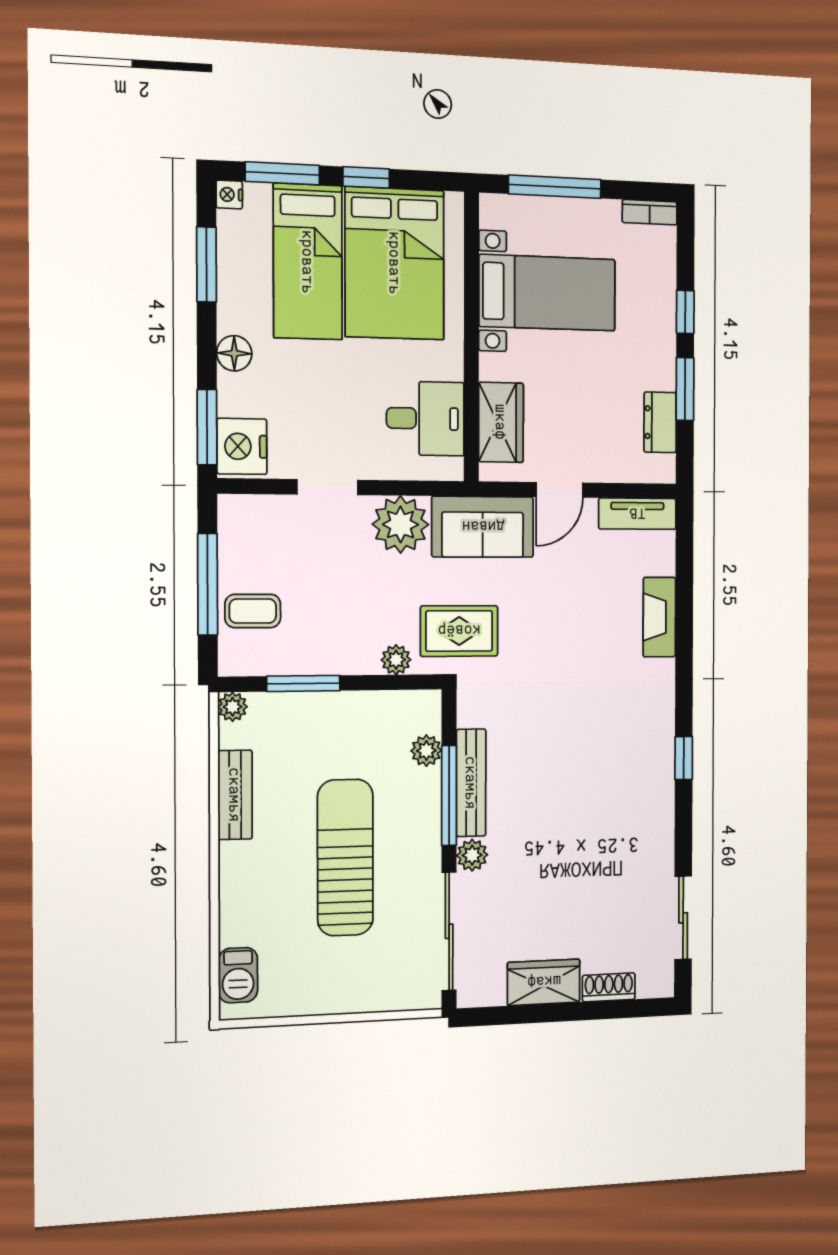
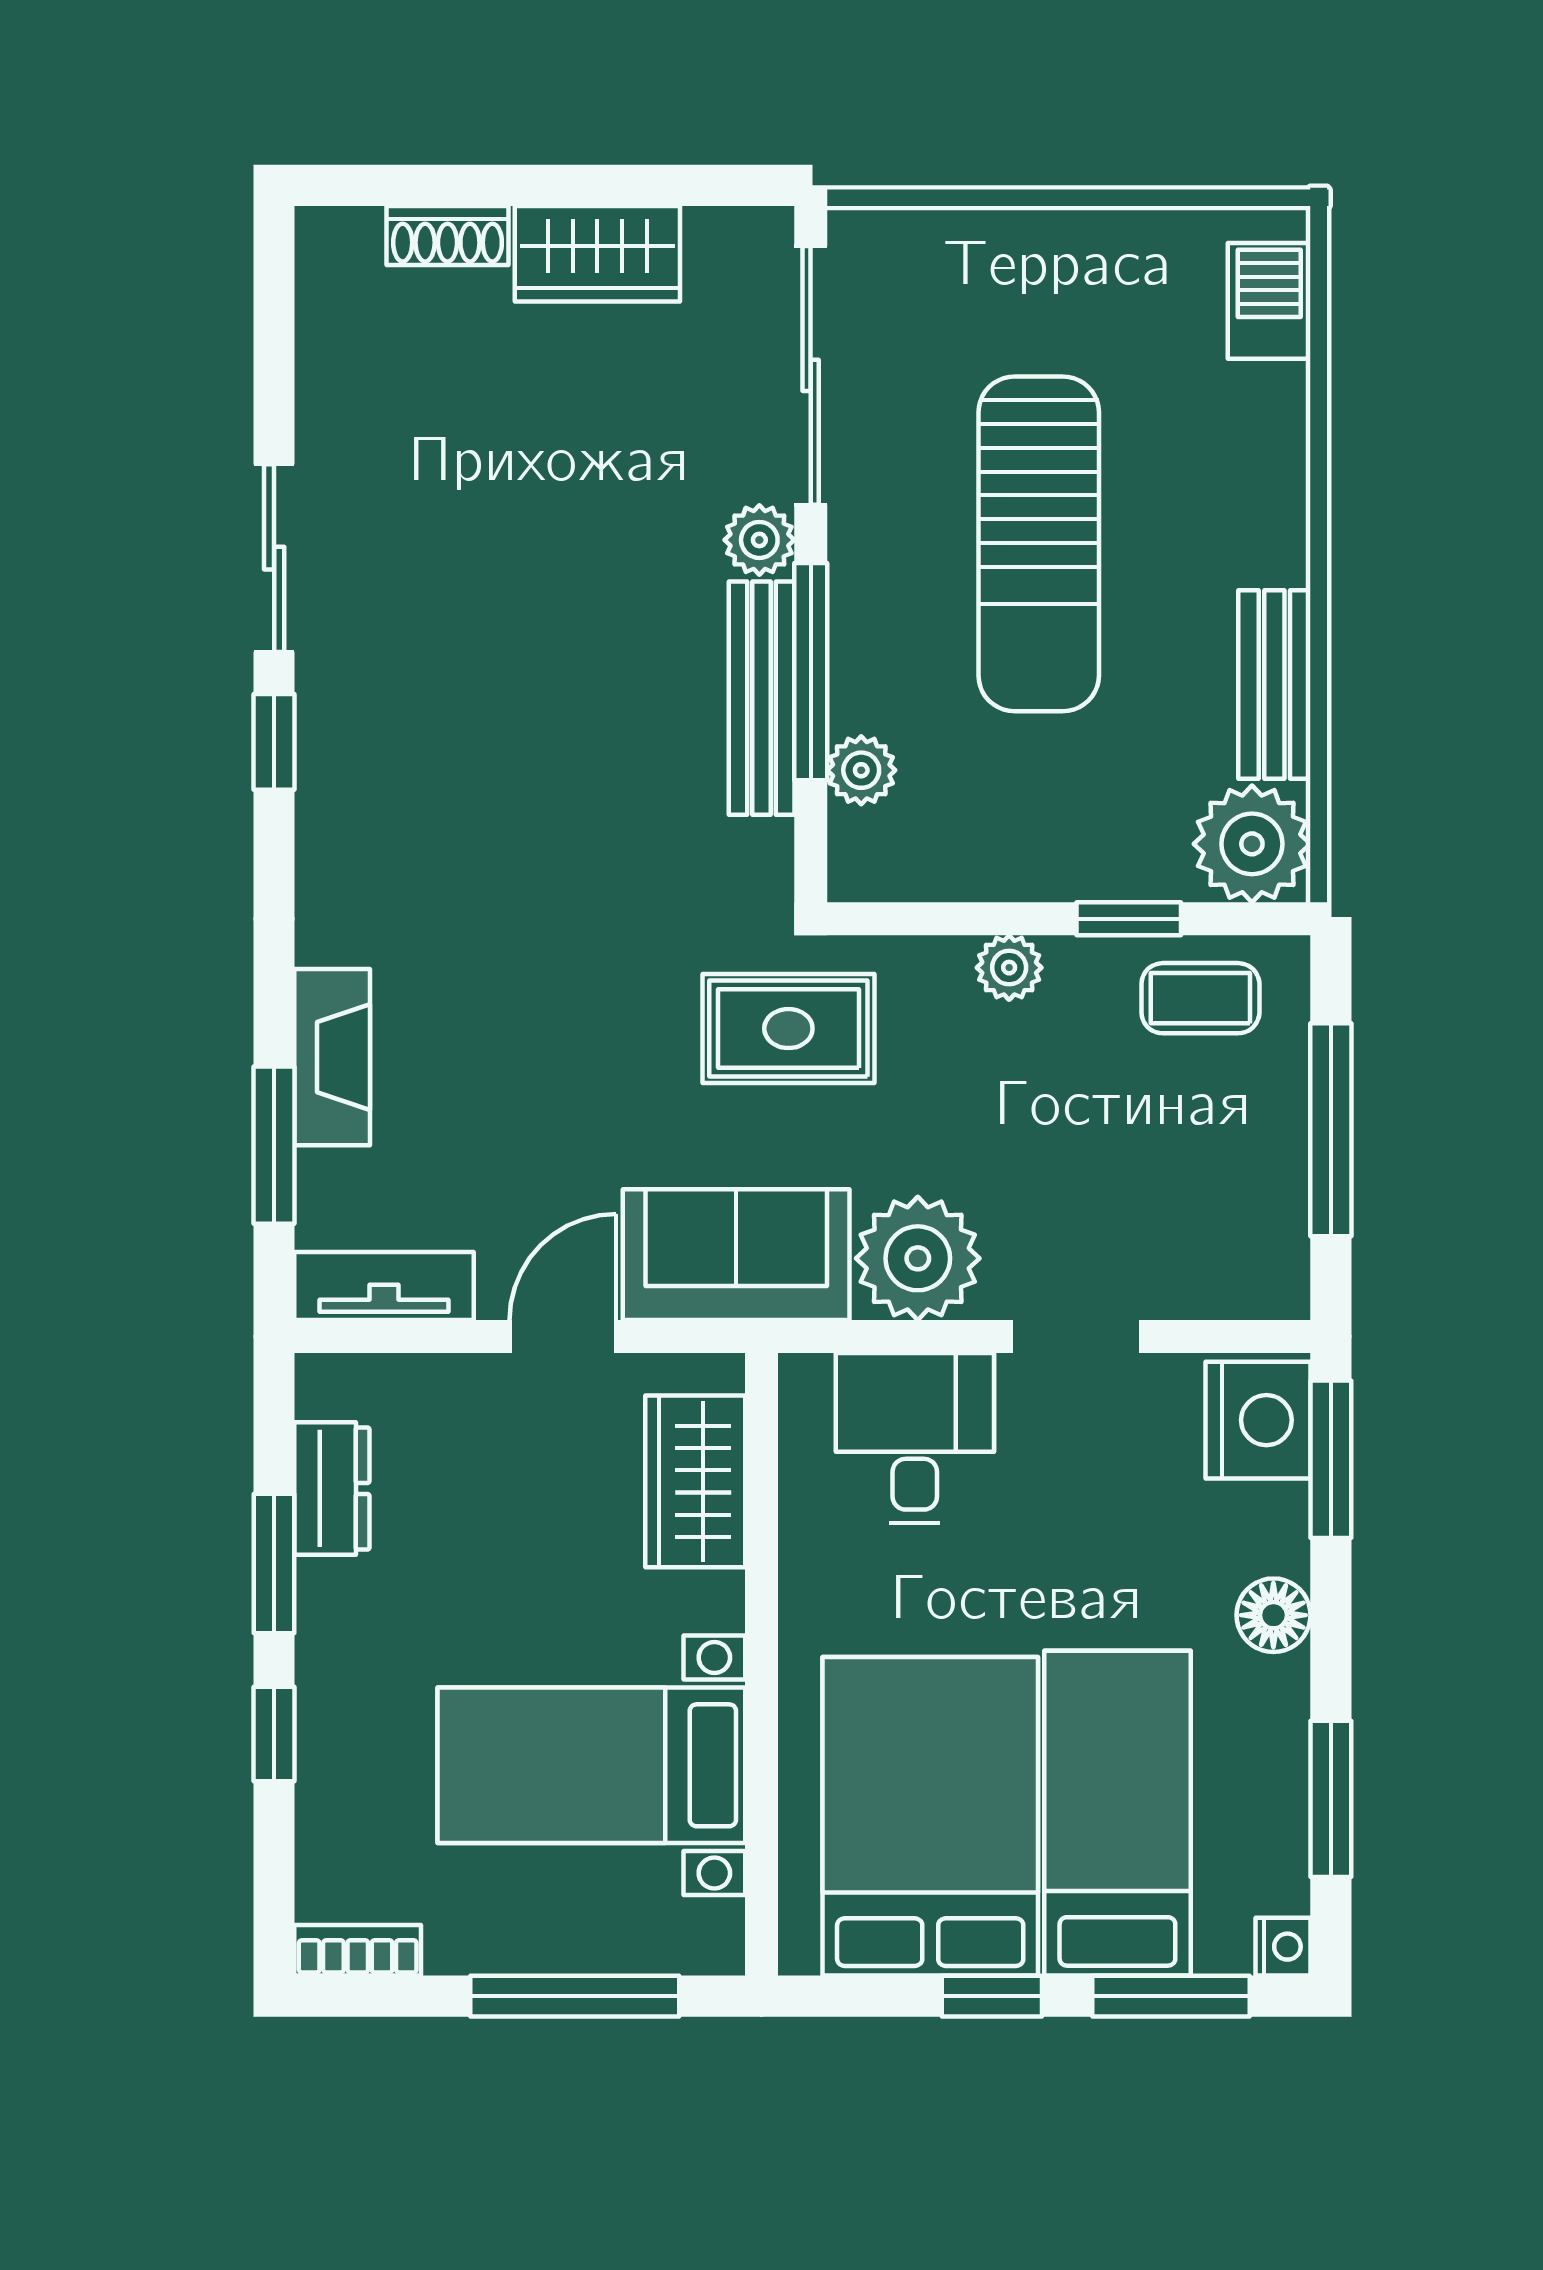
desk: (425, 419) -> (915, 1438), moved, turned 90
window: (684, 577) -> (274, 1145), added
coffee table: (253, 611) -> (1200, 998), moved
plant: (396, 660) -> (1009, 968), moved
window: (303, 683) -> (1129, 919), width x0.67
plant: (233, 707) -> (1252, 844), width x1.88, depth x1.88
sliding door: (683, 918) -> (274, 558), moved

